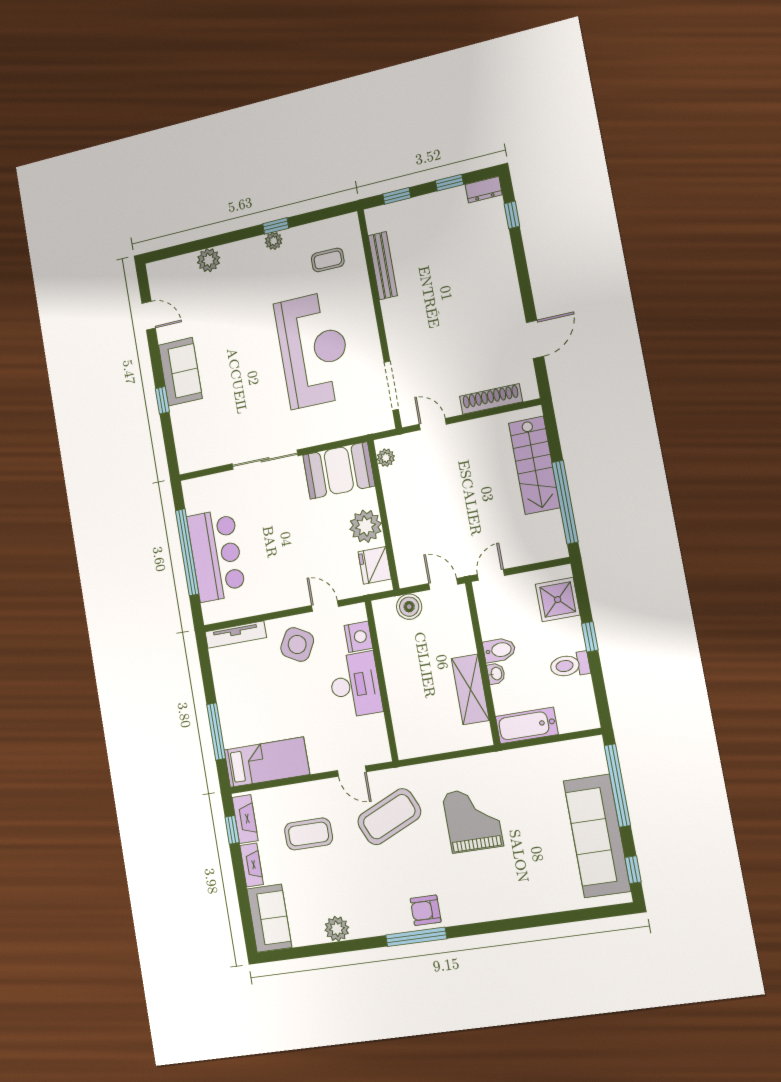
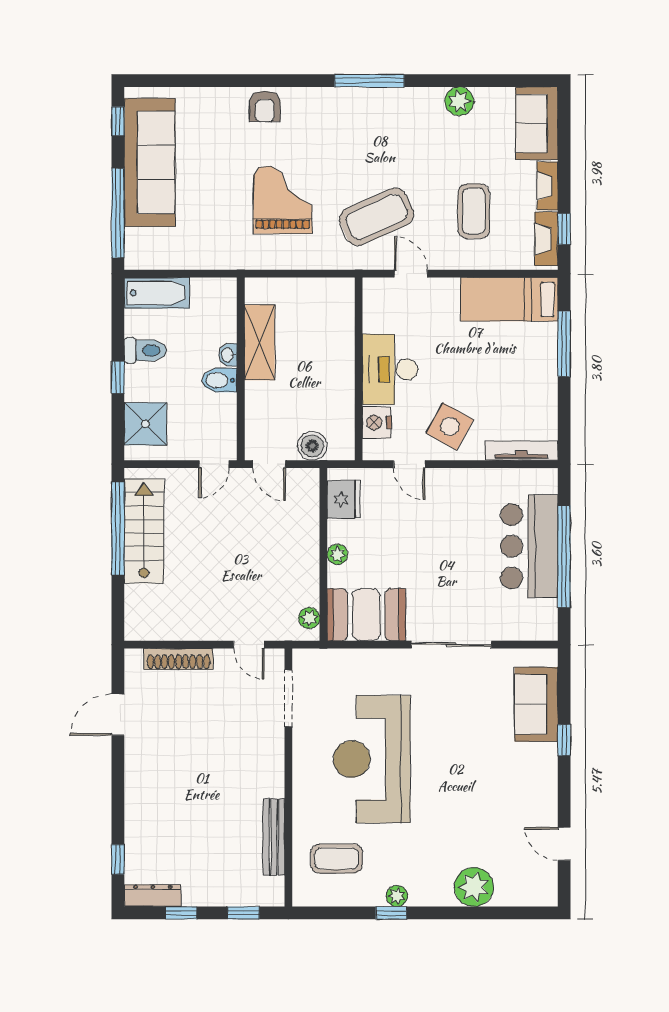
dresser: (484, 190) -> (153, 896), width x1.44
plant: (209, 260) -> (474, 887), width x1.36, depth x1.36
coffee table: (328, 260) -> (337, 859), width x1.36, depth x1.30
sofa: (180, 372) -> (536, 704), moved
stairs: (534, 465) -> (144, 531), moved
plant: (366, 526) -> (337, 554), width x0.53, depth x0.53
bathtub: (527, 725) -> (157, 293), moved
grand piano: (473, 820) -> (283, 200), turned 180
coffee table: (309, 834) -> (474, 211), turned 90
armchair: (426, 910) -> (265, 106), moved, turned 90

